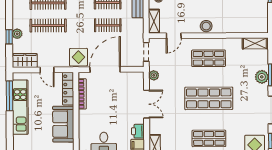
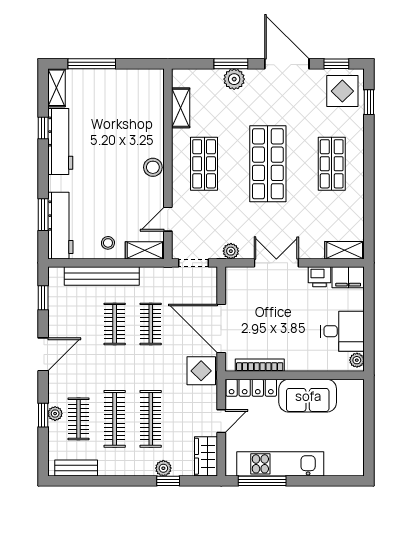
door: (174, 36) -> (168, 219), swing flipped
shelving: (255, 43) -> (181, 108), moved

